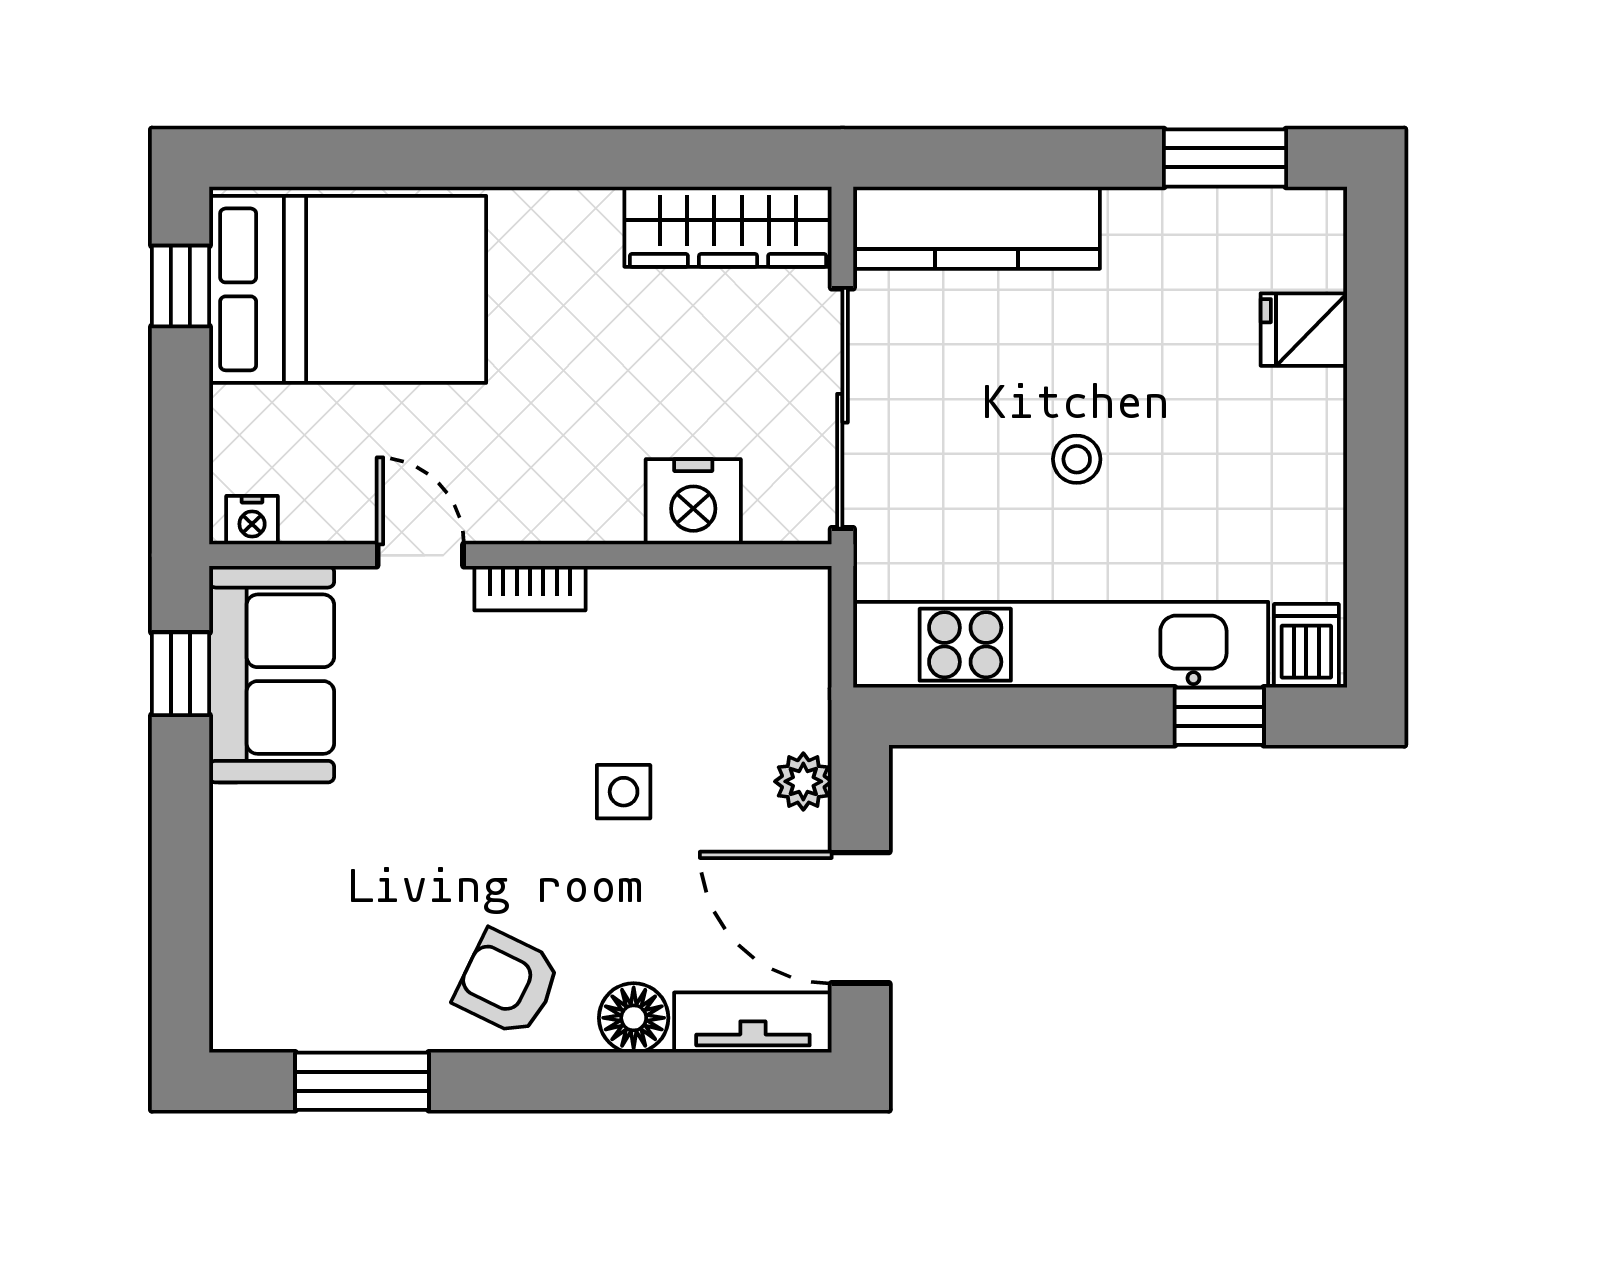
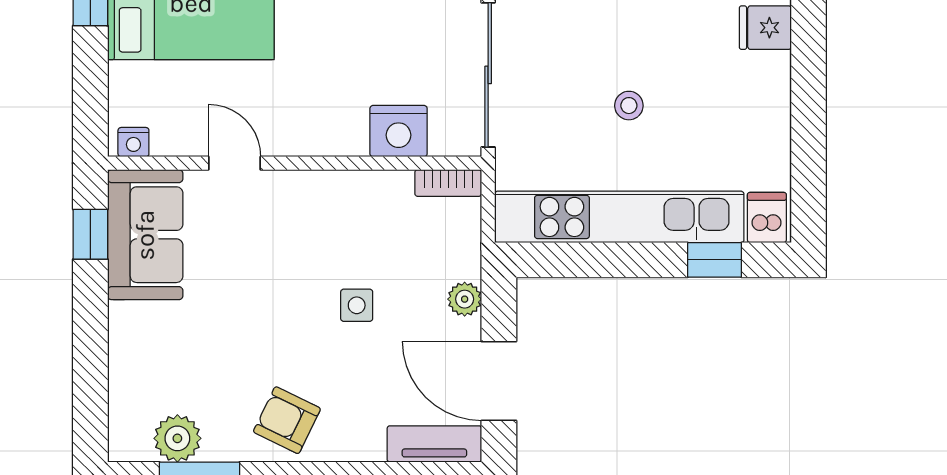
bookcase: (530, 588) -> (448, 183), moved
plant: (325, 1013) -> (177, 438), added
floor lamp: (634, 1018) -> (363, 441), removed

